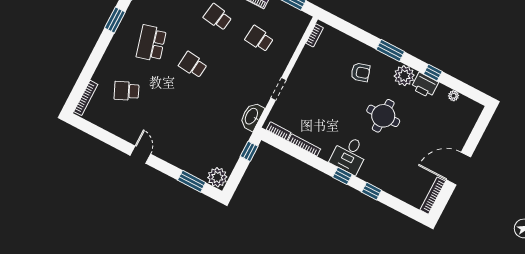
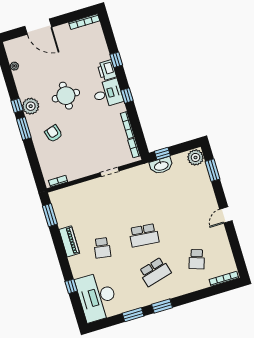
school desk: (259, 39) -> (91, 211), removed
school desk: (193, 65) -> (144, 235), width x1.85
window: (433, 73) -> (17, 105), moved
printer: (425, 85) -> (107, 70), moved, turned 180
school desk: (127, 91) -> (197, 259), turned 42
washbasin: (252, 116) -> (161, 166), moved
door: (459, 169) -> (38, 27), moved
window: (342, 176) -> (127, 96), moved

